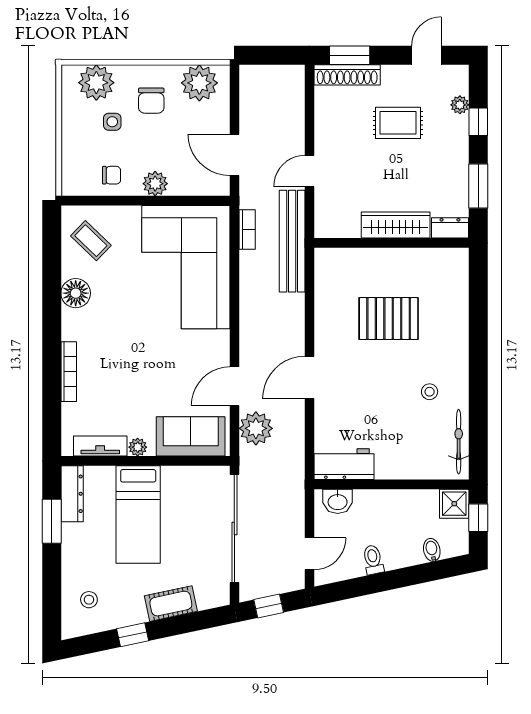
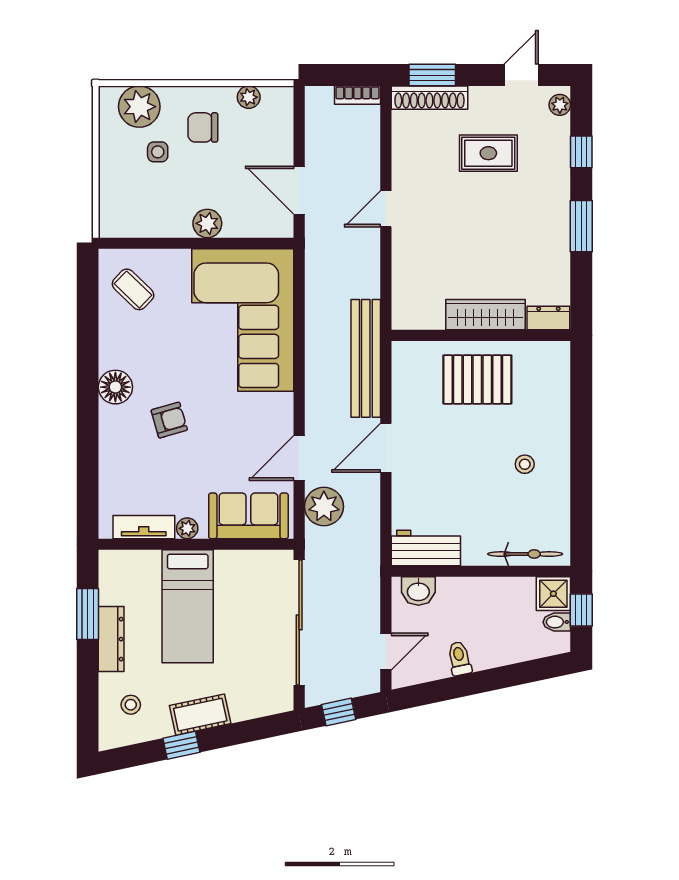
plant: (199, 83) -> (249, 97), width x0.53, depth x0.53
chair: (151, 101) -> (203, 127), turned 90
plant: (460, 105) -> (560, 105), moved
chair: (112, 175) -> (157, 214), removed
wardrobe: (396, 225) -> (486, 315), moved
dresser: (450, 228) -> (548, 318), moved
bookcase: (247, 230) -> (358, 95), moved, turned 90
bench: (292, 241) -> (366, 358), moved
wall: (392, 243) -> (481, 335), moved
floor lamp: (76, 293) -> (115, 387), moved
armchair: (122, 354) -> (169, 420), added
bookcase: (69, 372) -> (107, 441), removed
bicycle: (459, 442) -> (525, 554), moved, turned 90
dresser: (72, 494) -> (111, 639), moved
bidet: (432, 550) -> (557, 622), moved, turned -78
cot: (171, 604) -> (200, 715), moved

